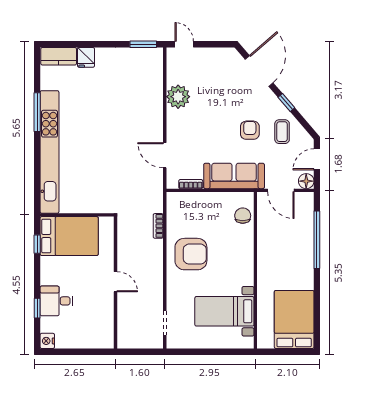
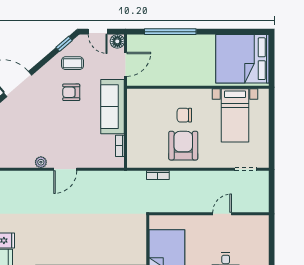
plant: (178, 97) -> (41, 162), width x0.53, depth x0.53
window: (286, 103) -> (64, 44), moved
door: (165, 155) -> (65, 169), moved
chair: (243, 216) -> (184, 115), moved
door: (116, 282) -> (222, 214), moved
bed: (294, 319) -> (242, 59), width x1.36

